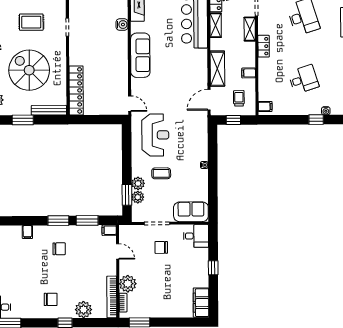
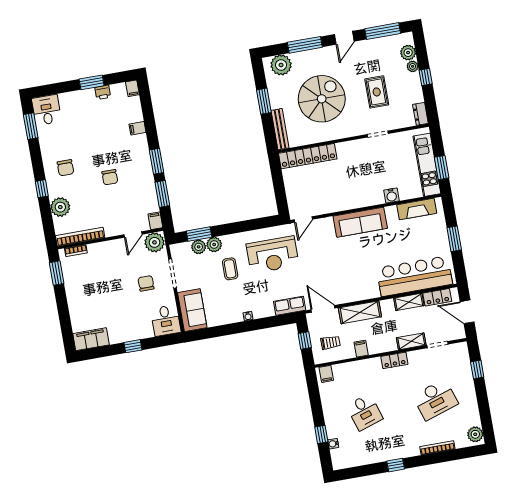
row of seats: (201, 128) -> (290, 306), added
chair: (59, 249) -> (110, 177), moved
plant: (128, 284) -> (154, 242), moved

